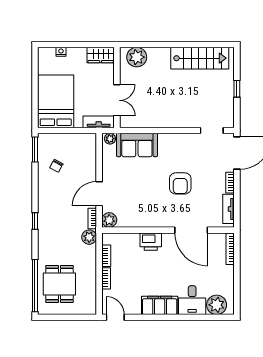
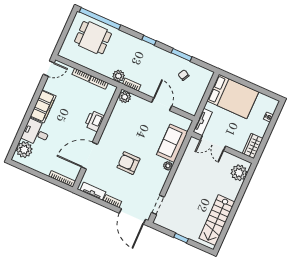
plant: (110, 139) -> (168, 166), moved
window: (35, 149) -> (182, 55), moved
door: (99, 194) -> (162, 104), moved

